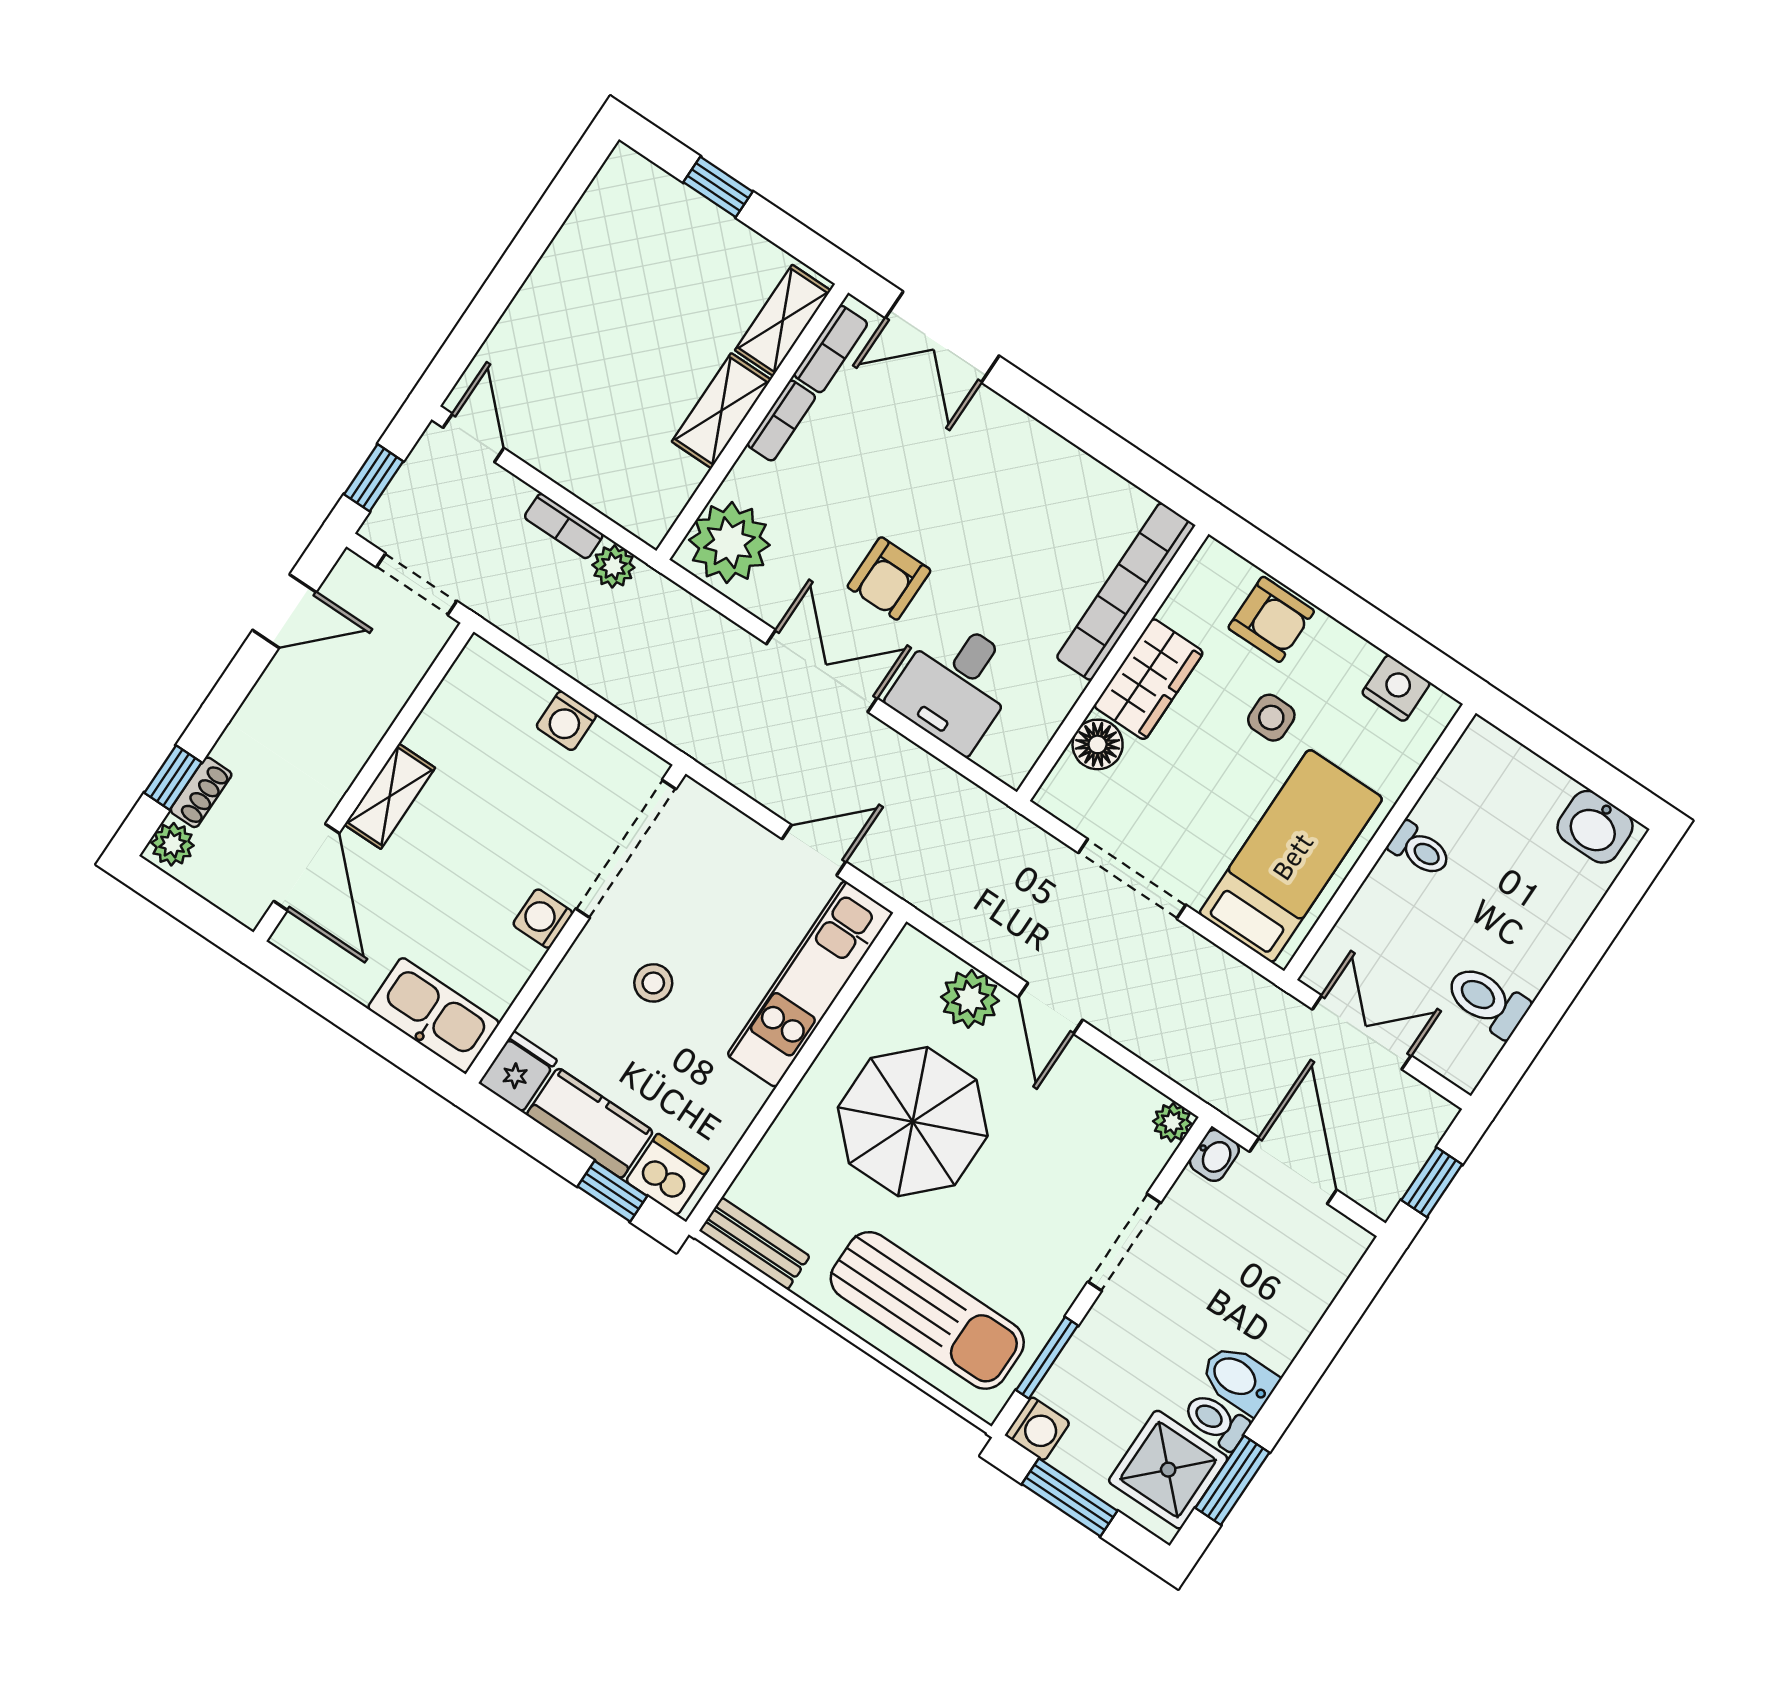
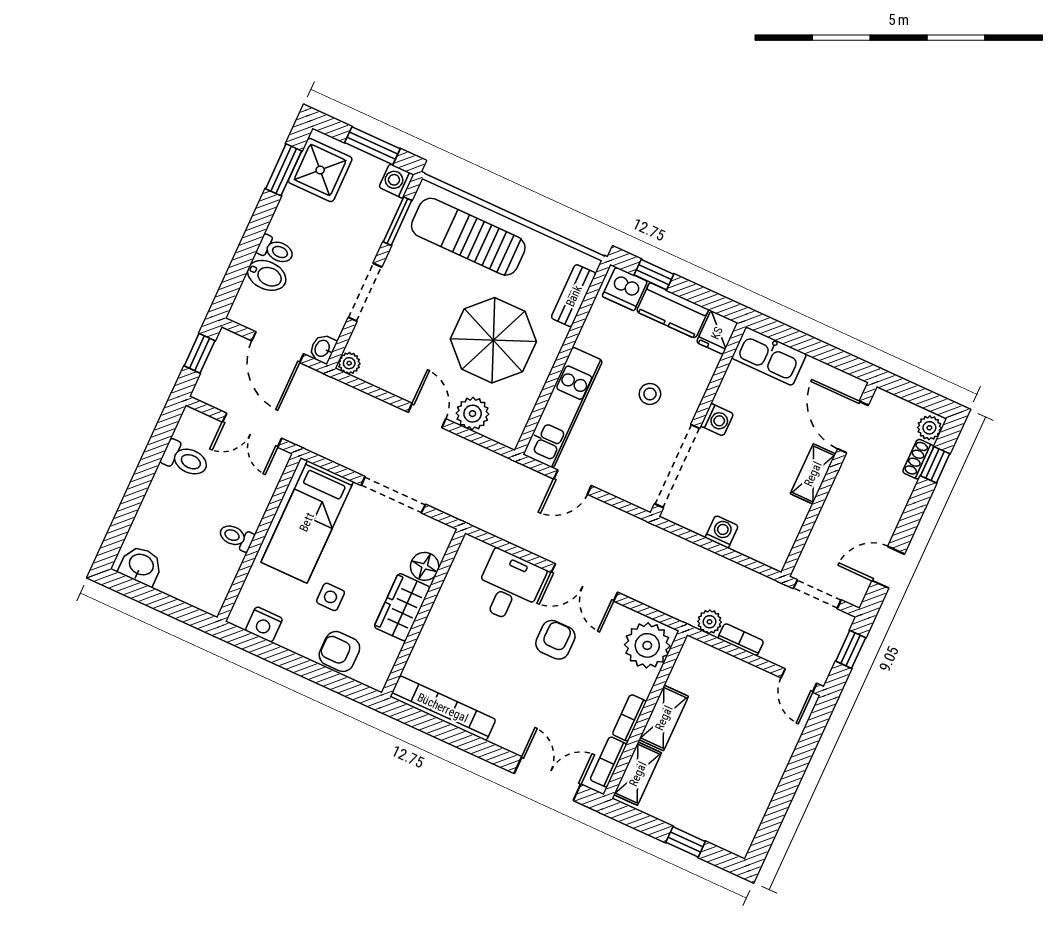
bookcase: (1126, 592) -> (443, 708), moved, turned -90
bench: (755, 1244) -> (574, 296), moved, turned 90
bidet: (1239, 1379) -> (267, 275), moved
toilet: (1216, 1421) -> (276, 250), moved

